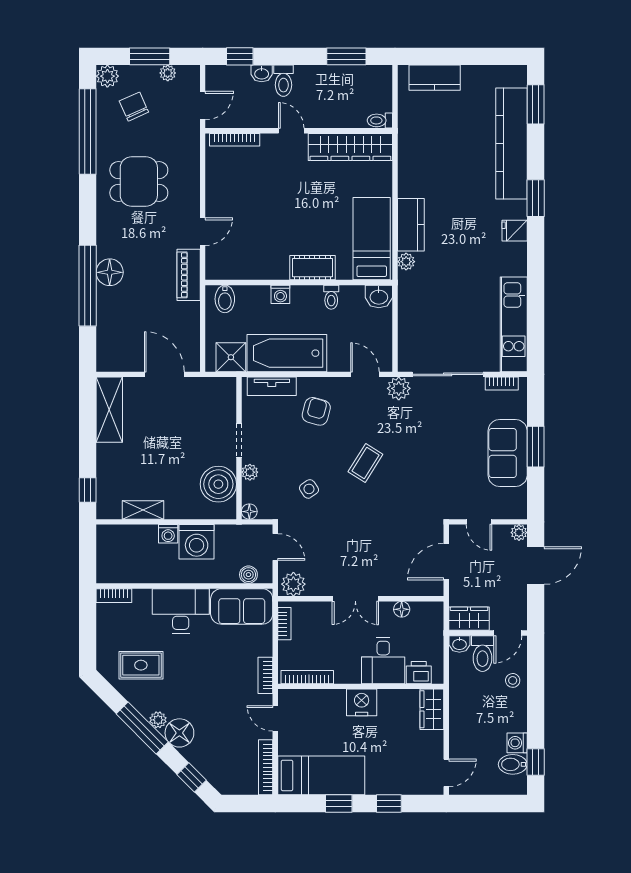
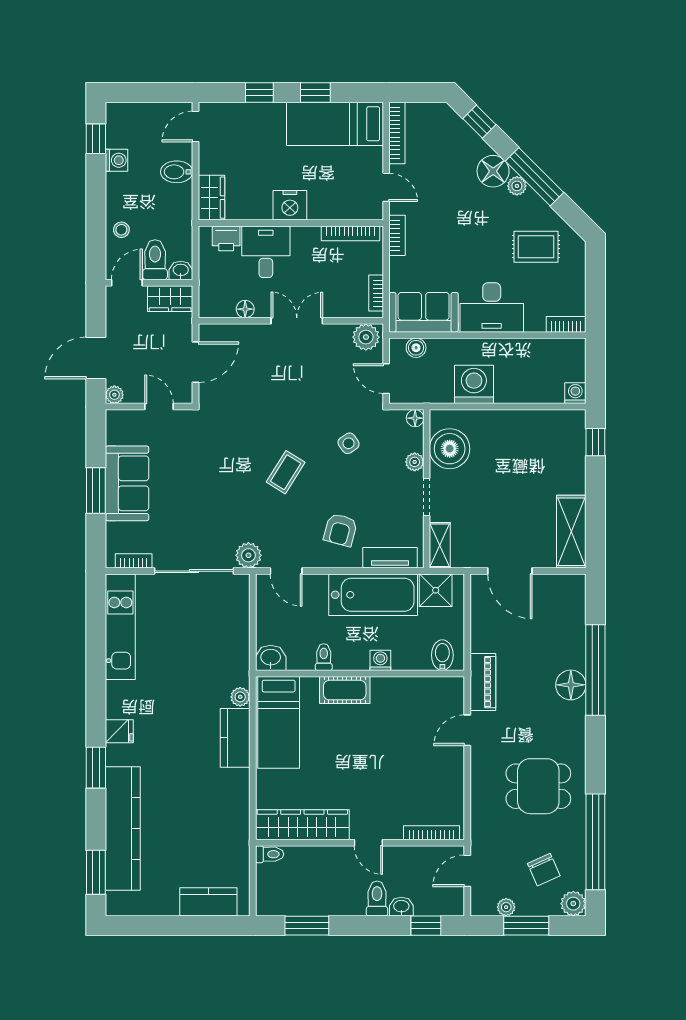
shelving: (143, 510) -> (440, 545), moved, turned 90
washing machine: (168, 534) -> (575, 393), moved
bidet: (513, 764) -> (177, 172), moved, turned 180

